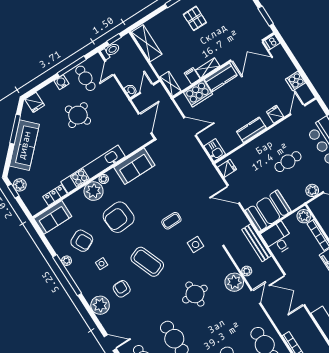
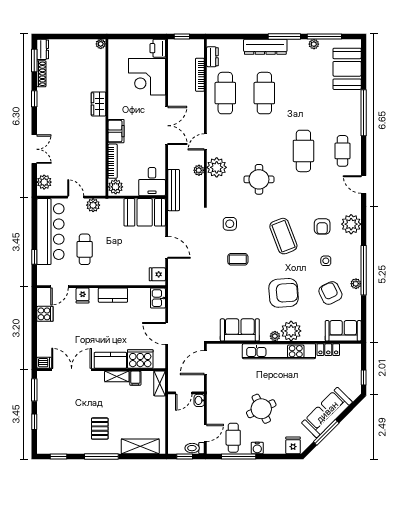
shelving: (147, 43) -> (140, 446), moved, turned 90
cafe table: (288, 162) -> (85, 249), moved, turned 90
plant: (20, 185) -> (354, 379), removed

